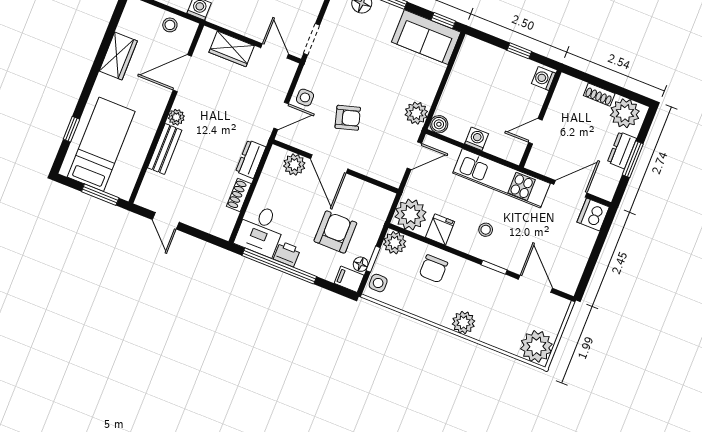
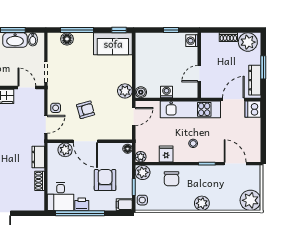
dresser: (622, 150) -> (255, 80), moved, width x1.44
plant: (411, 214) -> (141, 157), width x0.53, depth x0.53
floor lamp: (361, 264) -> (128, 149), moved

